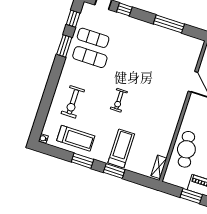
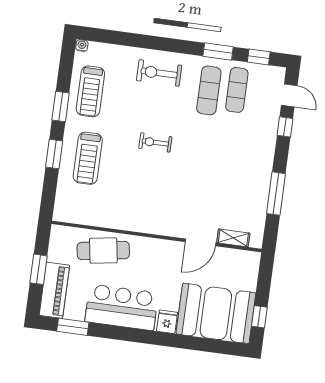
exercise bike: (73, 102) -> (159, 73), moved
treadmill: (121, 148) -> (88, 158), turned 90
shelving: (159, 167) -> (233, 238), moved

